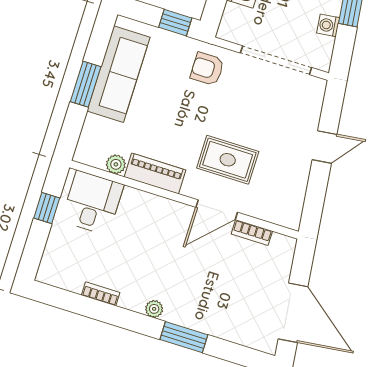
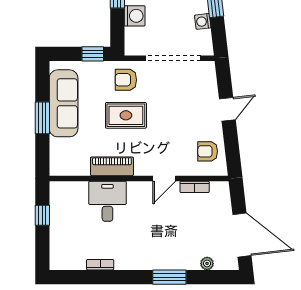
rug: (228, 160) -> (126, 115), moved
plant: (116, 164) -> (82, 169), removed
armchair: (283, 193) -> (208, 151), added
desk: (92, 203) -> (107, 201), moved
door: (217, 210) -> (164, 178), width x0.73
plant: (154, 309) -> (207, 263), moved

